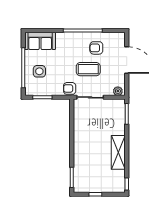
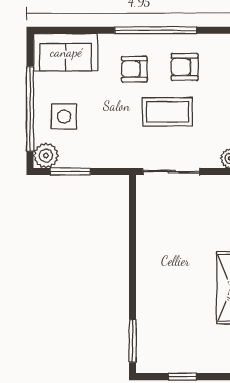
armchair: (70, 88) -> (134, 69), moved
plant: (31, 90) -> (46, 156), added

